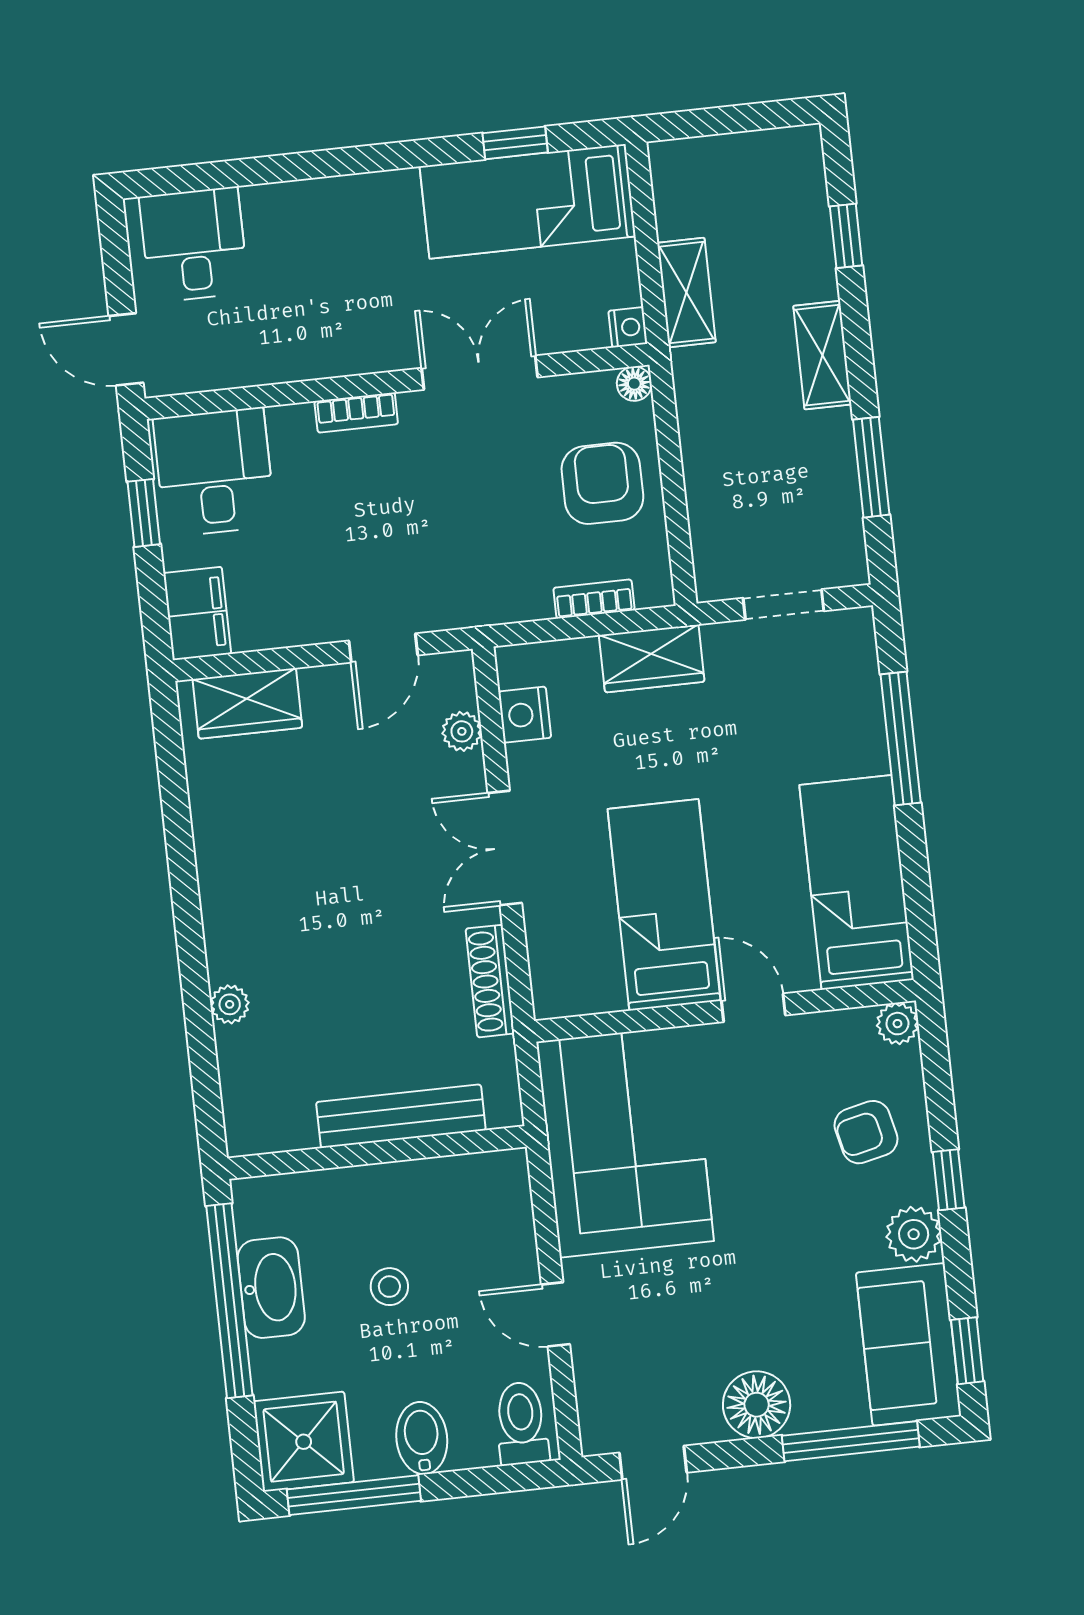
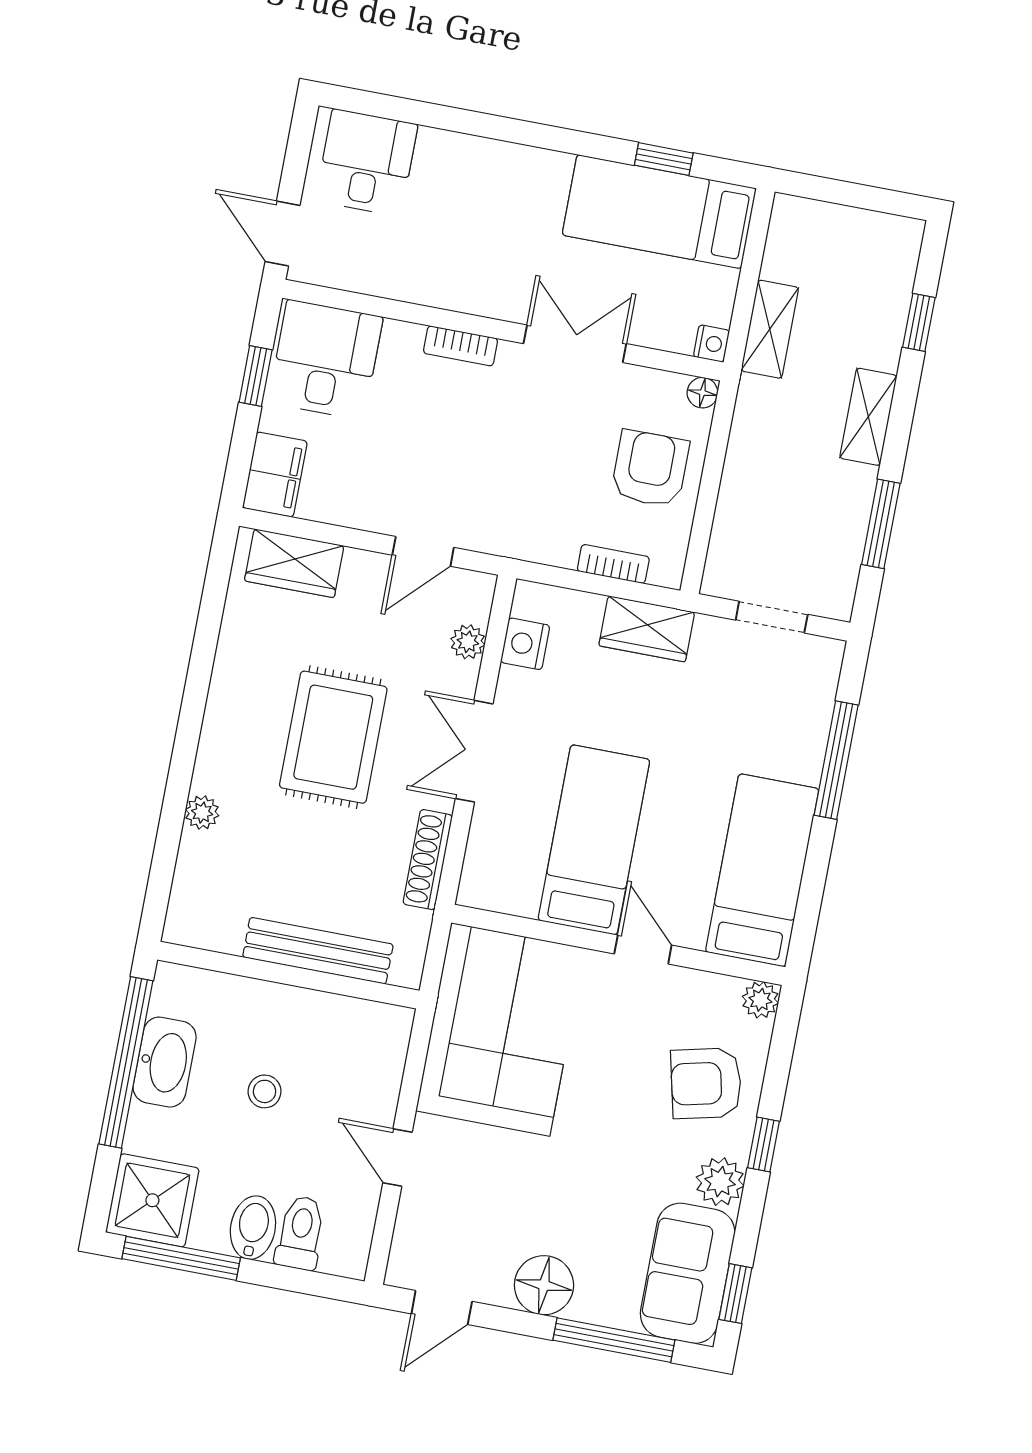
rug: (347, 879) -> (333, 737), added
armchair: (866, 1132) -> (706, 1083), width x1.38, depth x1.38
toilet: (521, 1423) -> (300, 1233), moved

